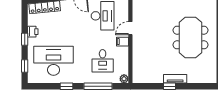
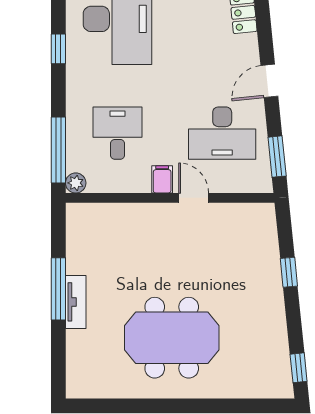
desk: (103, 61) -> (118, 133), turned 90
window: (98, 86) -> (58, 150), moved
window: (170, 86) -> (58, 289), width x2.17

